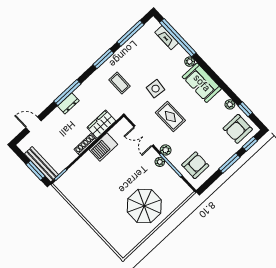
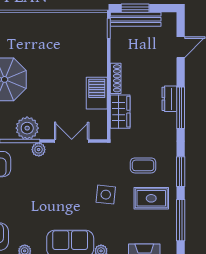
rug: (170, 117) -> (151, 198), moved
plant: (160, 162) -> (27, 128), width x1.88, depth x1.88

